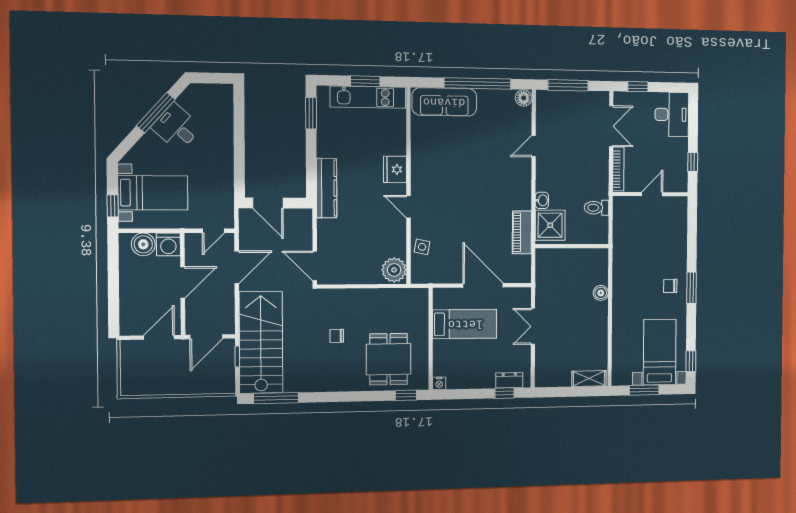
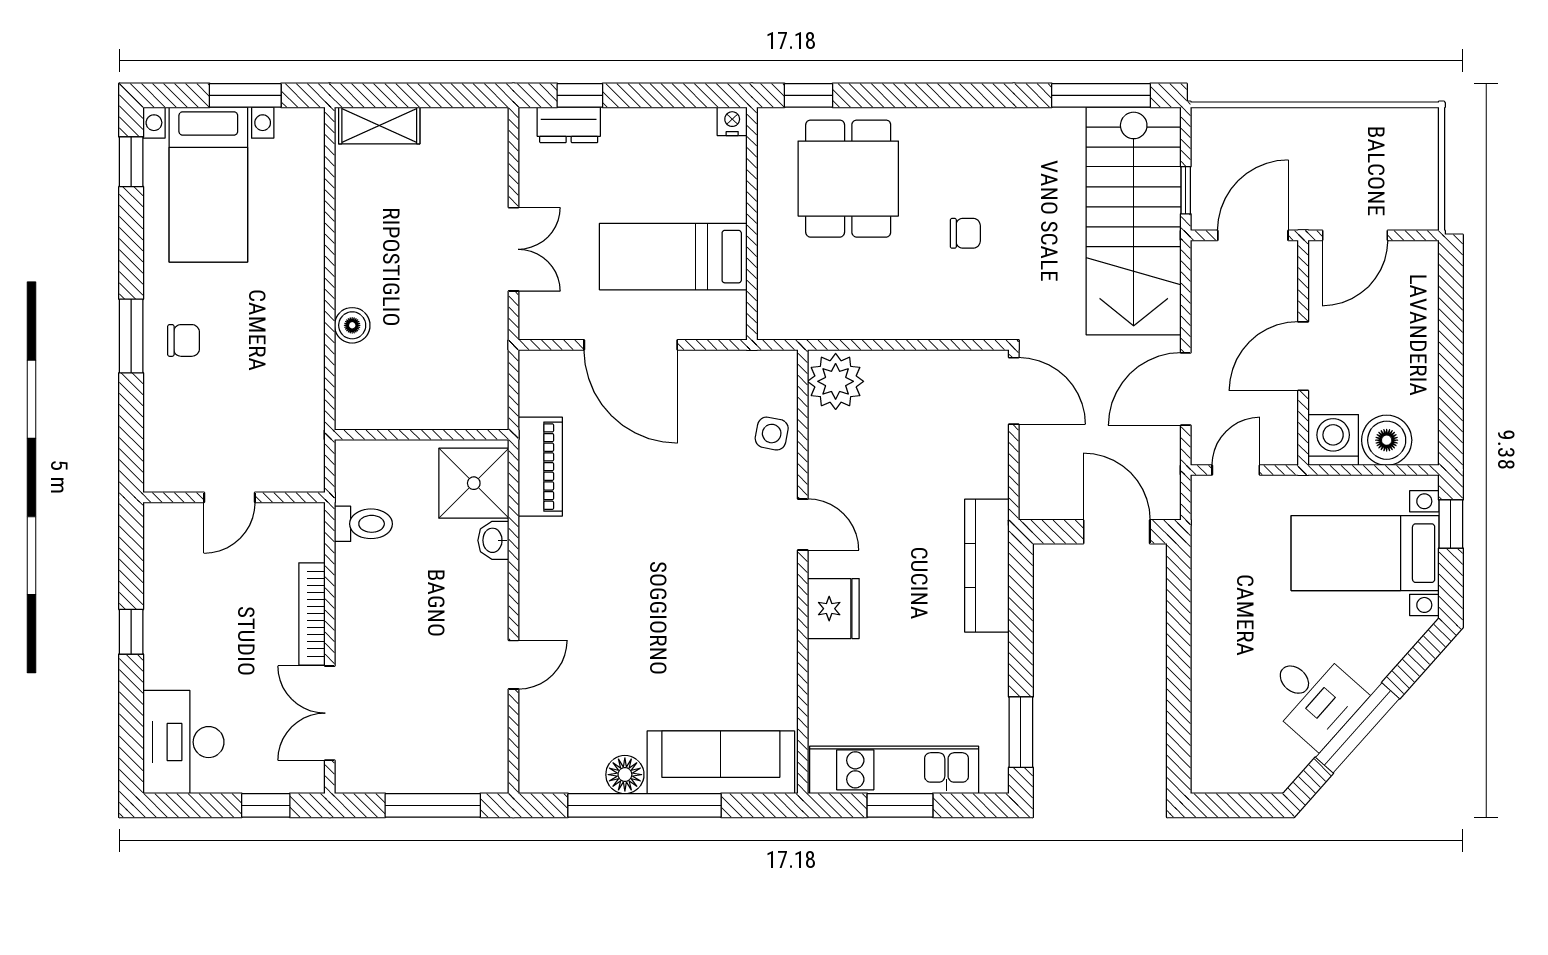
floor lamp: (524, 98) -> (625, 775), moved
wall: (650, 194) -> (234, 497), moved
door: (652, 194) -> (229, 497), moved

